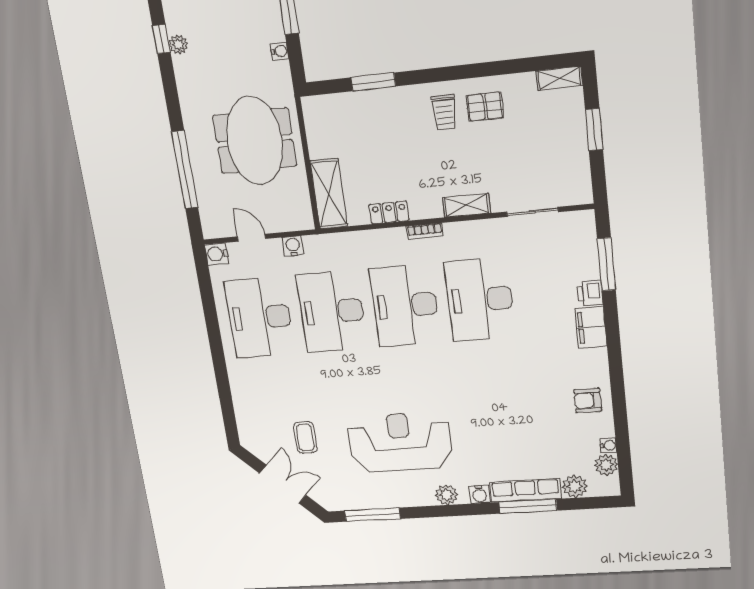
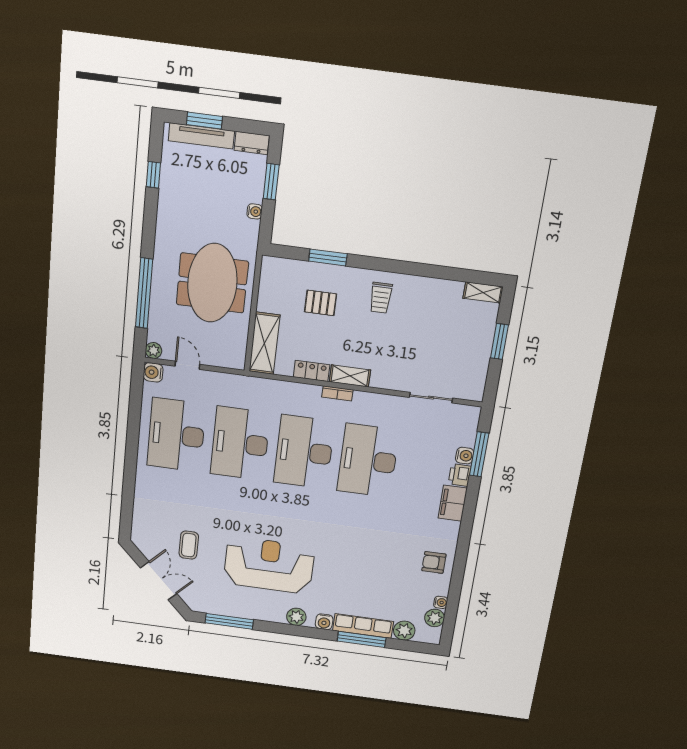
plant: (178, 45) -> (153, 350), moved
pallet: (485, 107) -> (321, 303), moved
shelving: (467, 205) -> (350, 376), moved
water cooler: (293, 246) -> (465, 456), moved, turned 90

